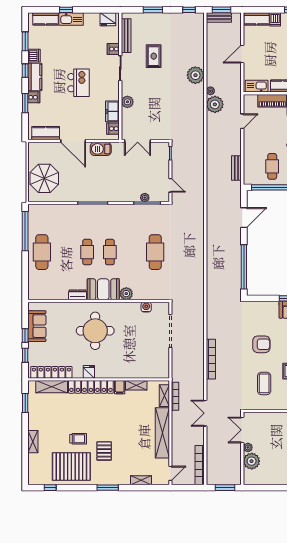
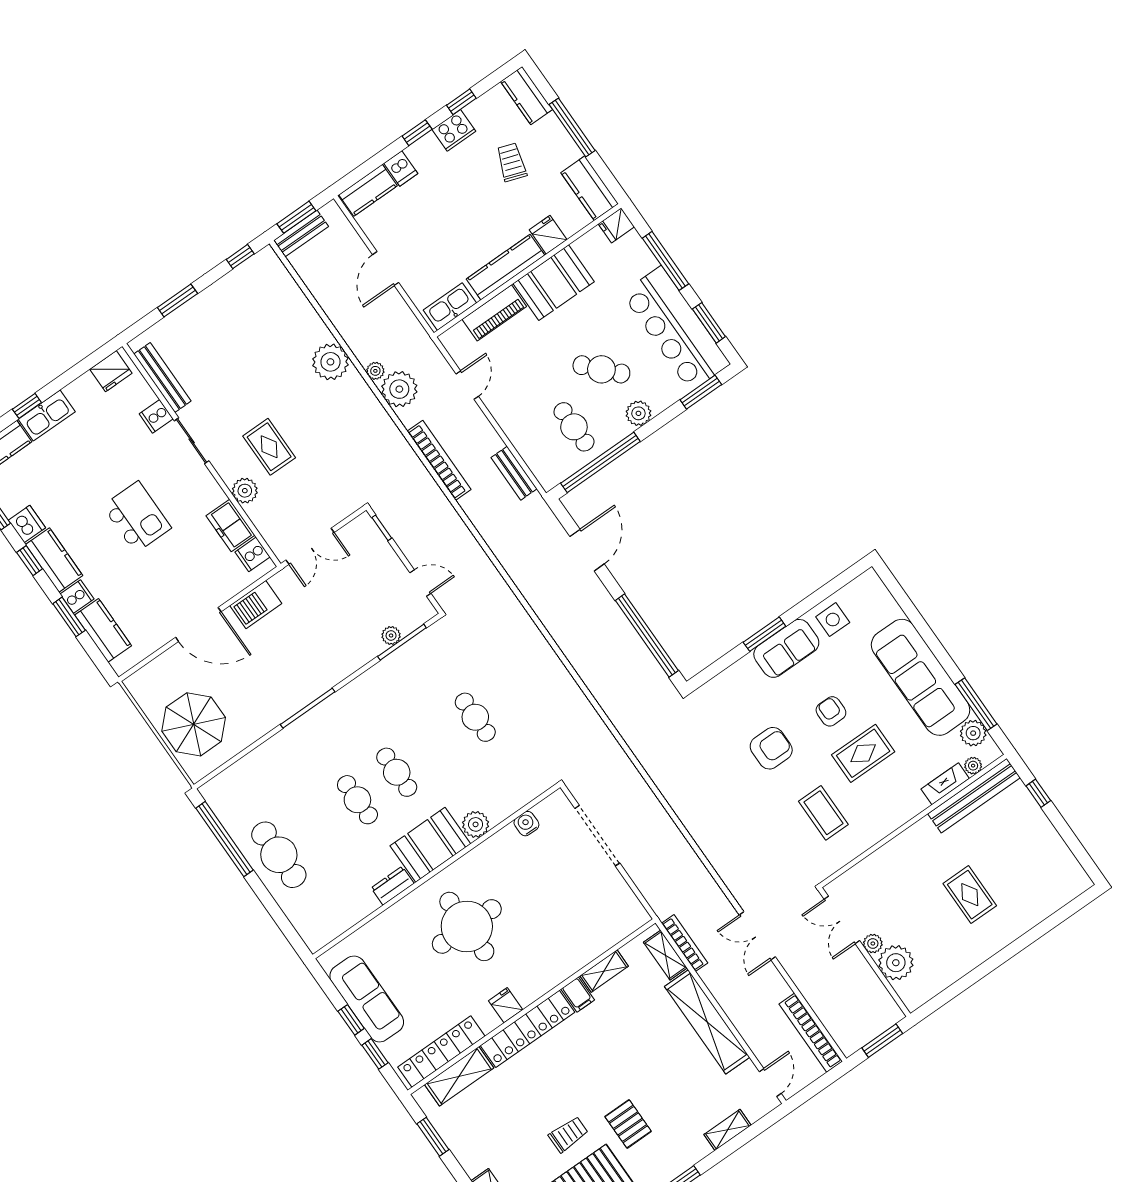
rug: (154, 56) -> (269, 447), moved
kitchen counter: (46, 133) -> (103, 630), moved, turned 90
cafe table: (155, 252) -> (475, 717), width x0.73, depth x0.74
sofa: (37, 326) -> (367, 999), width x1.36
bookcase: (211, 359) -> (439, 460), moved

